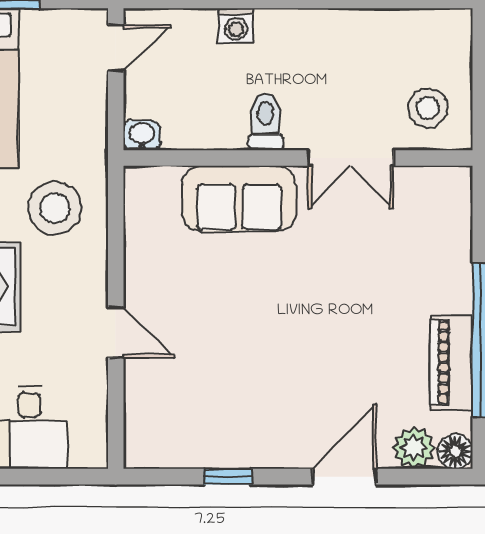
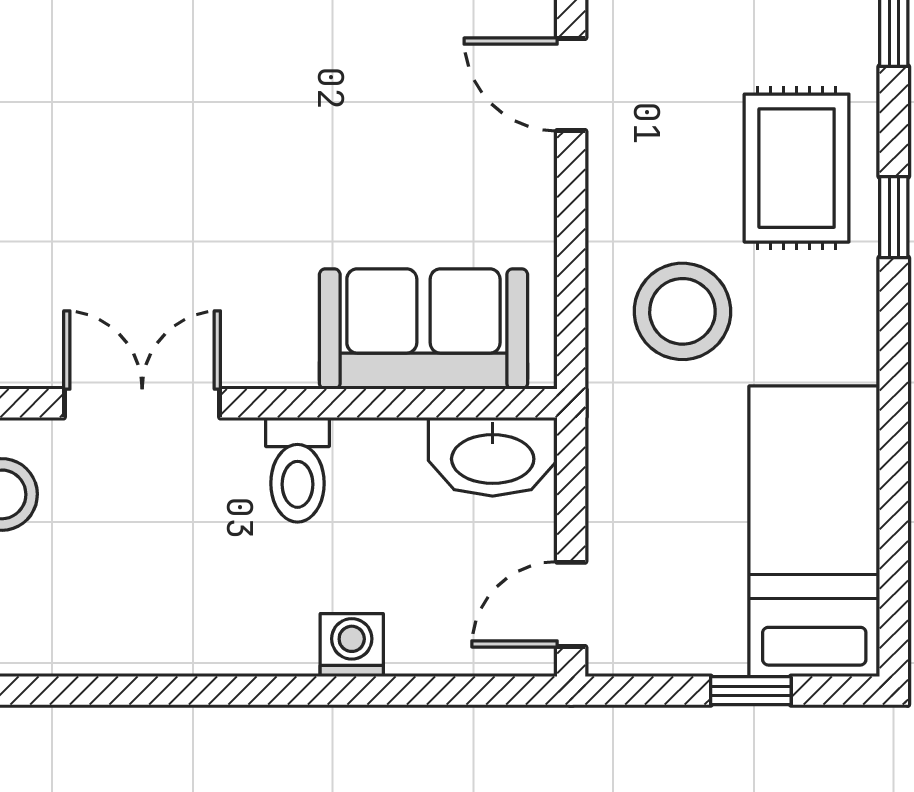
washbasin: (142, 135) -> (493, 457), width x1.91, depth x1.45
sofa: (239, 199) -> (423, 329), moved

